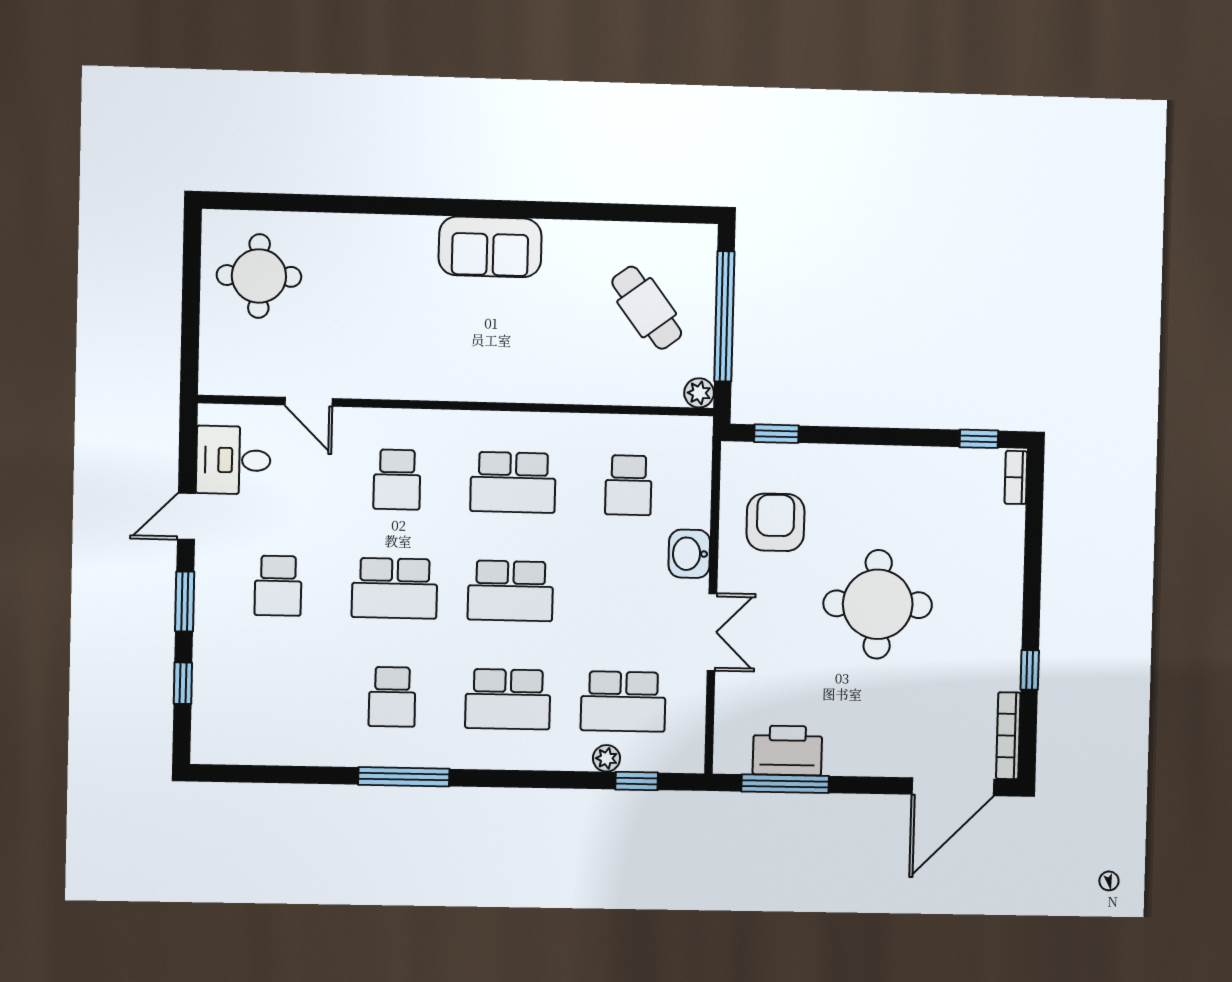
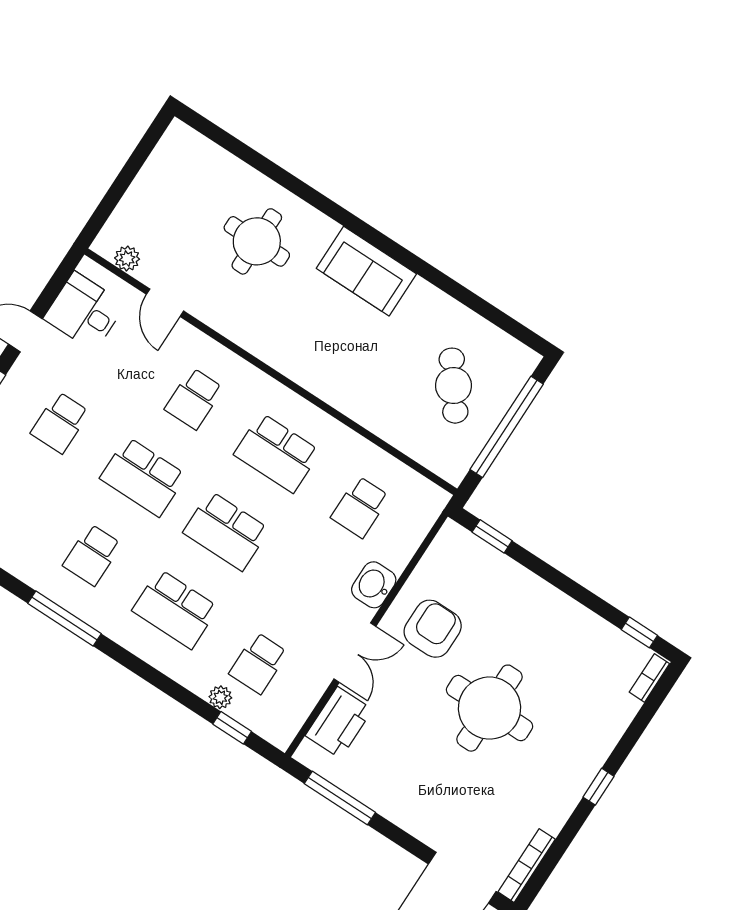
round table: (259, 276) -> (257, 241), moved
plant: (699, 393) -> (127, 259), moved
armchair: (775, 522) -> (433, 629), moved
window: (1030, 670) -> (598, 787), moved
school desk: (623, 701) -> (258, 663), width x0.54
printer: (787, 750) -> (339, 722), moved, turned 90

